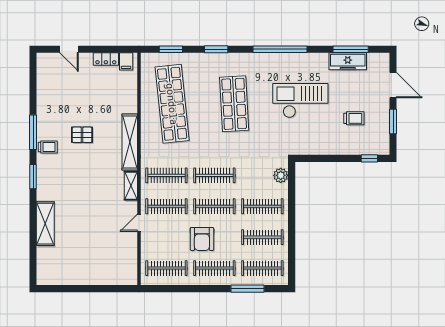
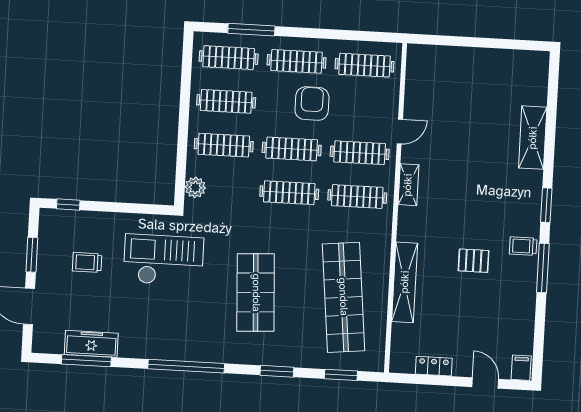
filing cabinet: (126, 61) -> (521, 368), moved
checkout: (300, 101) -> (163, 260), moved, turned 180
shelving: (130, 142) -> (405, 282), moved

